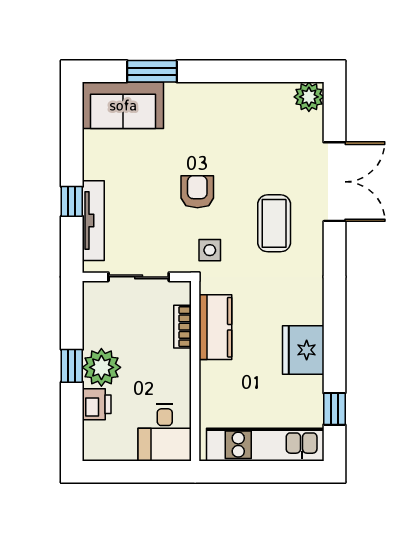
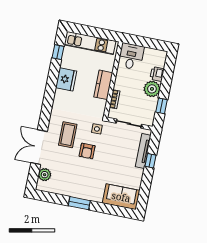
window: (152, 71) -> (79, 203), moved
plant: (309, 97) -> (45, 175), moved
armchair: (197, 192) -> (87, 151), moved
kitchen counter: (215, 327) -> (103, 85), moved
window: (72, 366) -> (161, 106), moved

